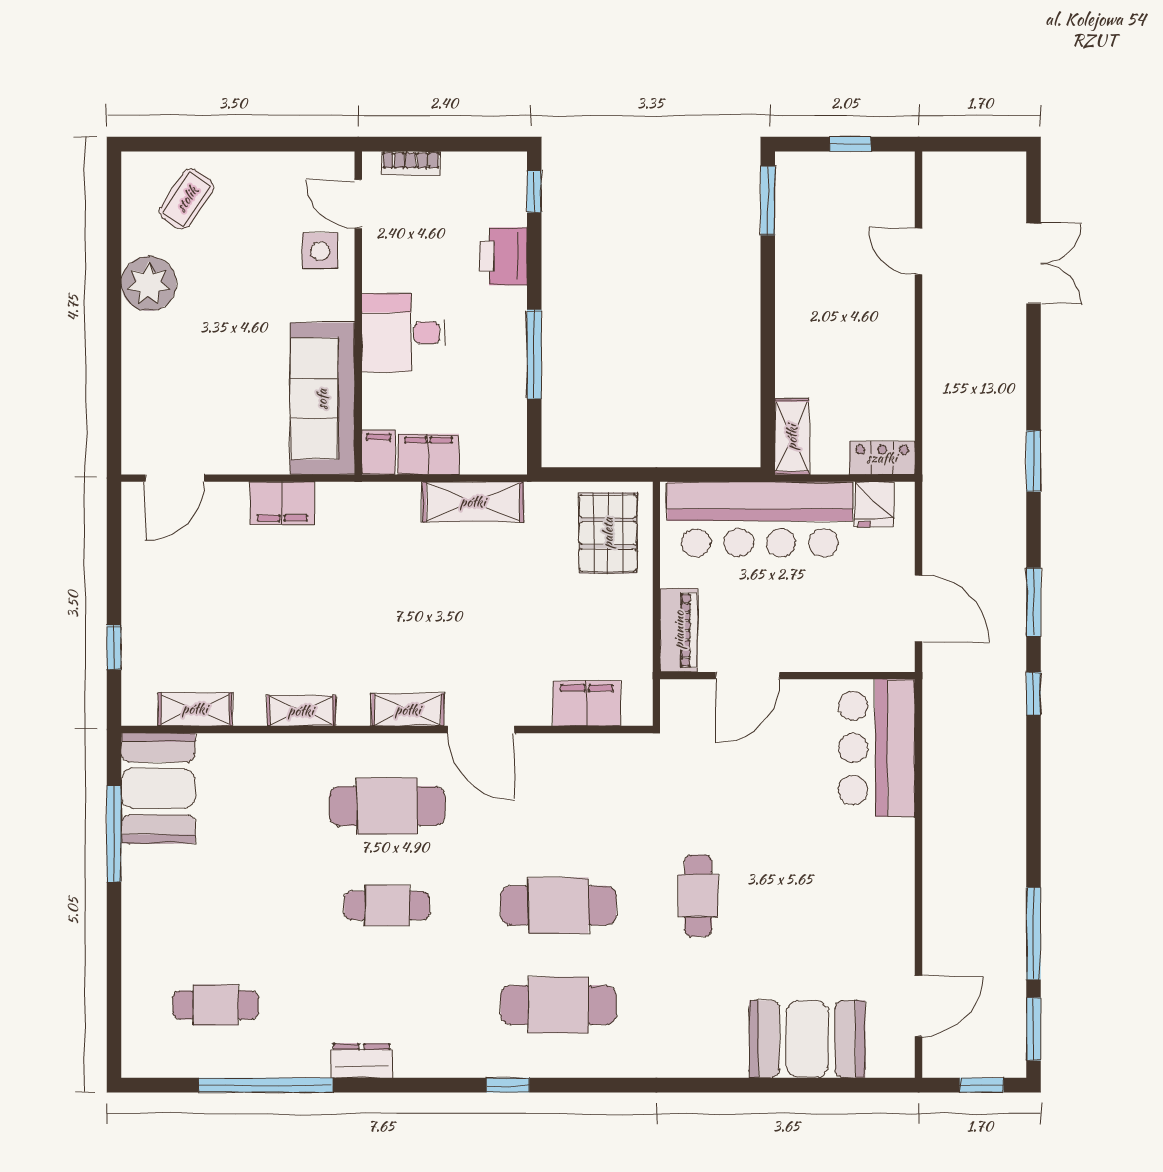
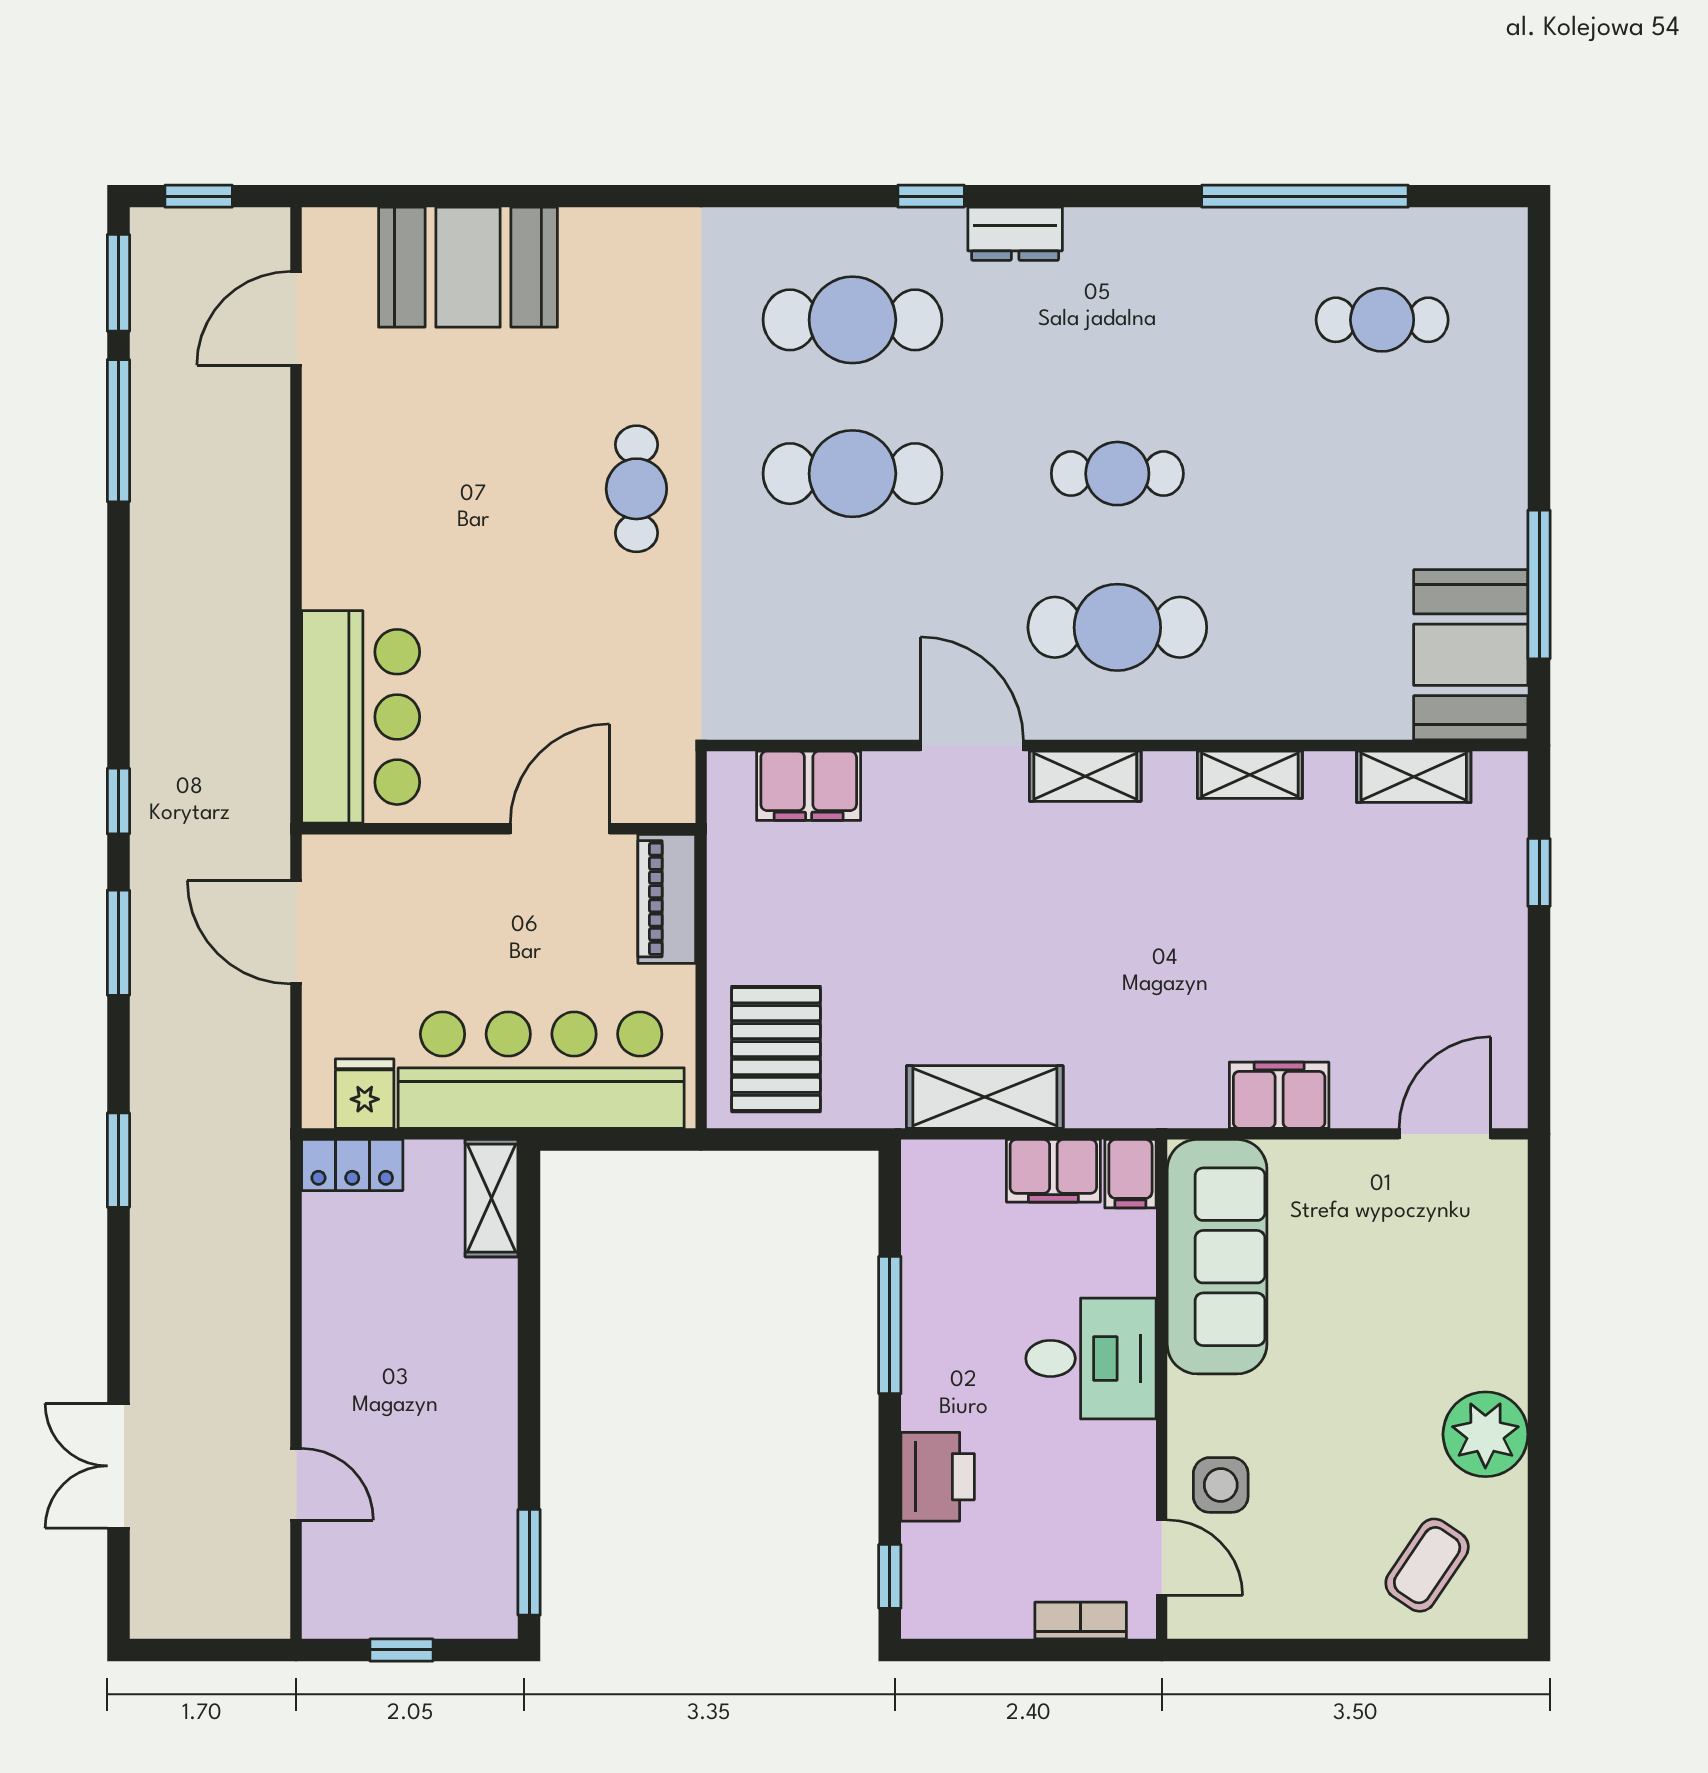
dresser: (362, 1061) -> (1015, 234), moved

